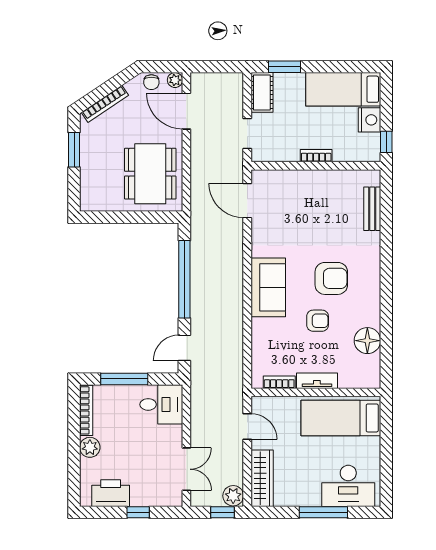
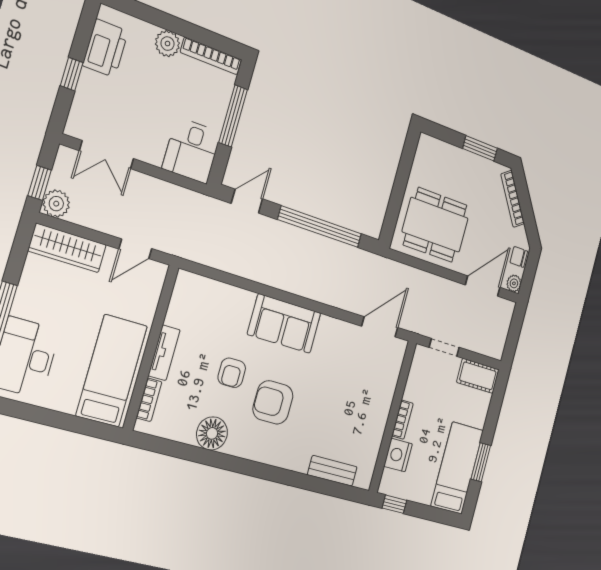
window: (284, 67) -> (481, 462), moved
nightstand: (370, 120) -> (398, 455), moved, turned 90
armchair: (331, 278) -> (273, 402), turned 90
floor lamp: (367, 341) -> (212, 433), moved
door: (184, 348) -> (247, 201), hinge flipped
bookcase: (279, 382) -> (149, 400), moved

